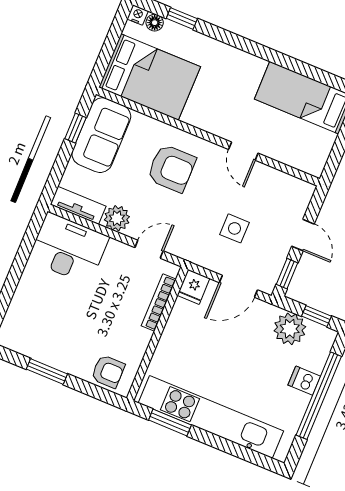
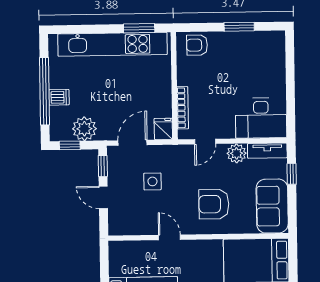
window: (75, 128) -> (292, 174), moved

